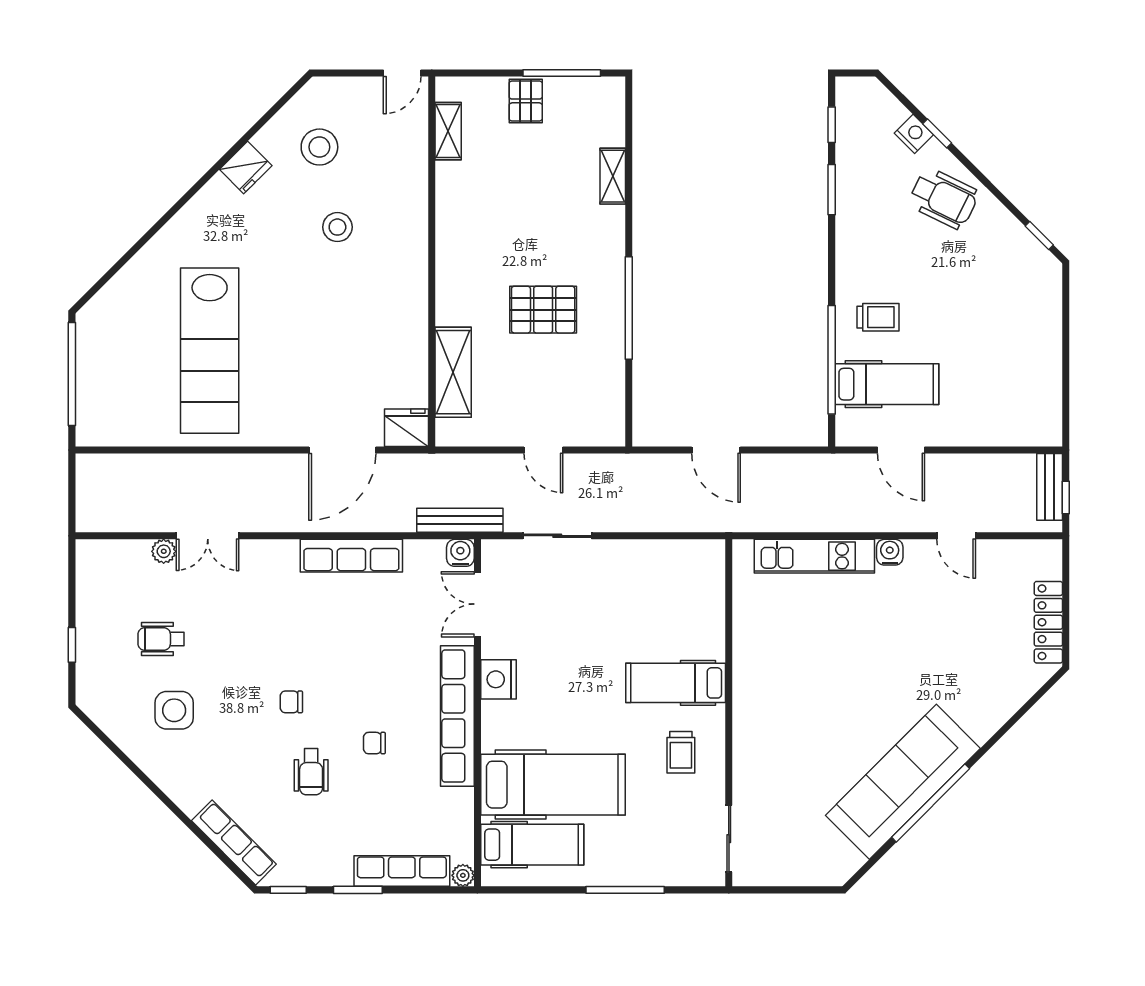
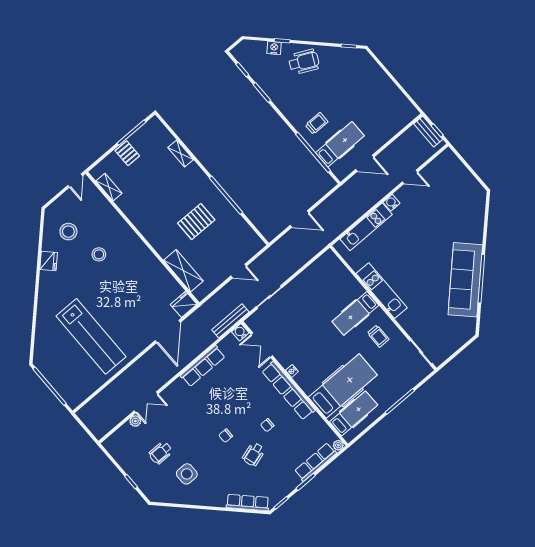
locker: (1048, 622) -> (469, 180), removed
nightstand: (499, 679) -> (292, 371), width x0.53, depth x0.56
kitchen unit: (750, 683) -> (382, 291), added
wheelchair: (311, 772) -> (254, 454), turned 73

